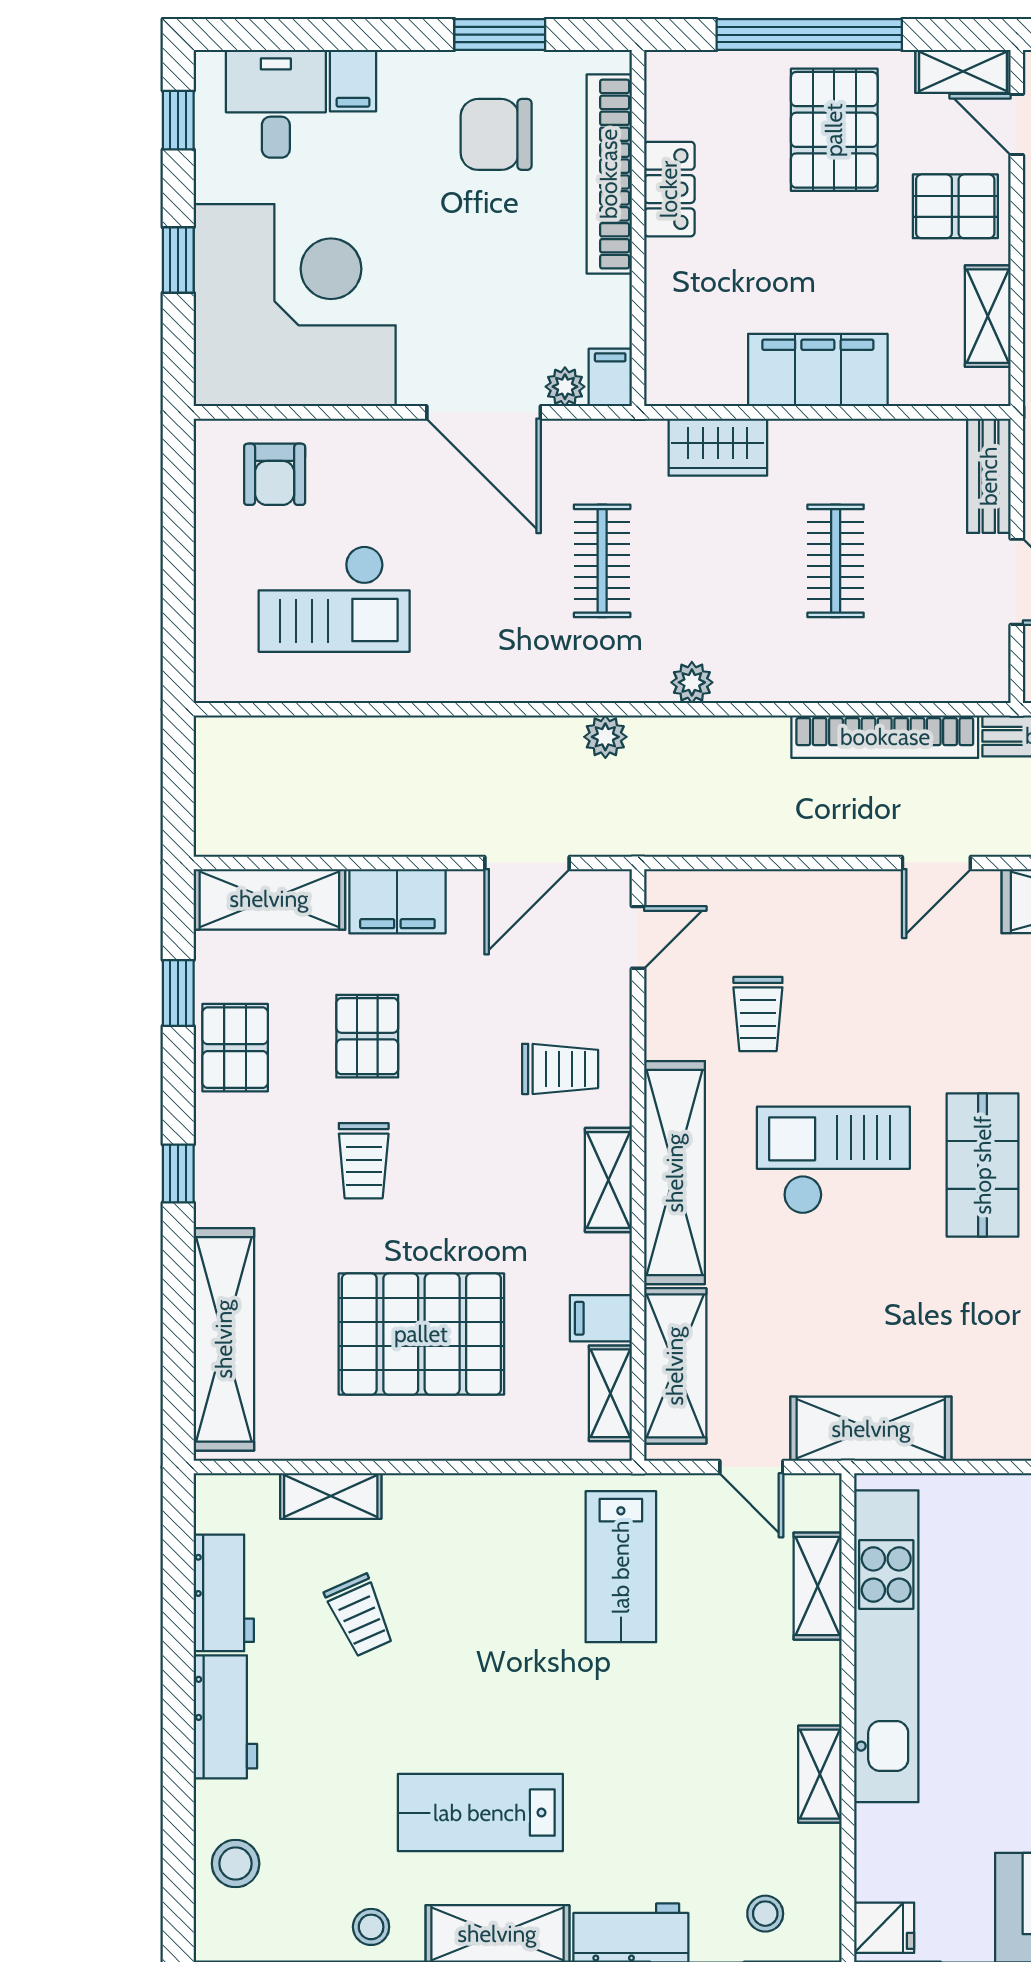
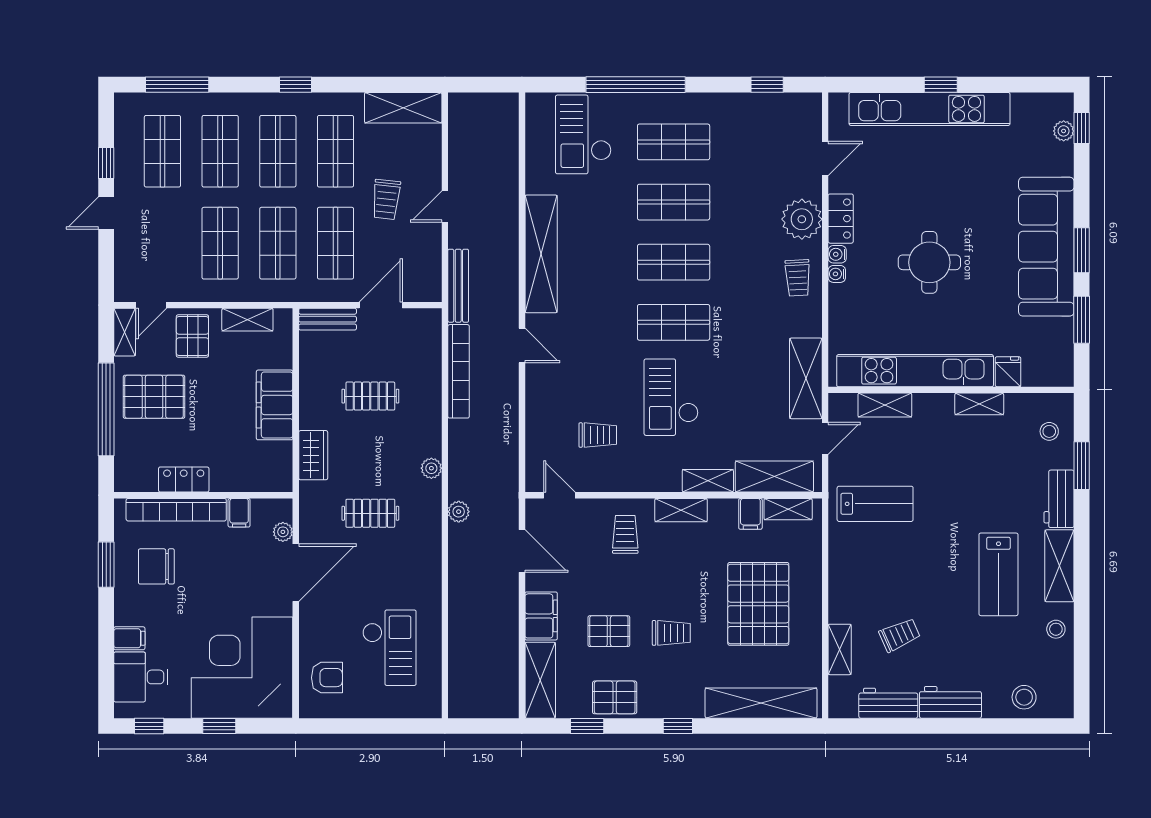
chair: (496, 134) -> (156, 566), turned 90
filing cabinet: (610, 377) -> (239, 513), moved, turned -90
shelving: (675, 1173) -> (708, 481), width x0.45, depth x0.75
fridge: (884, 1928) -> (1008, 372), moved

